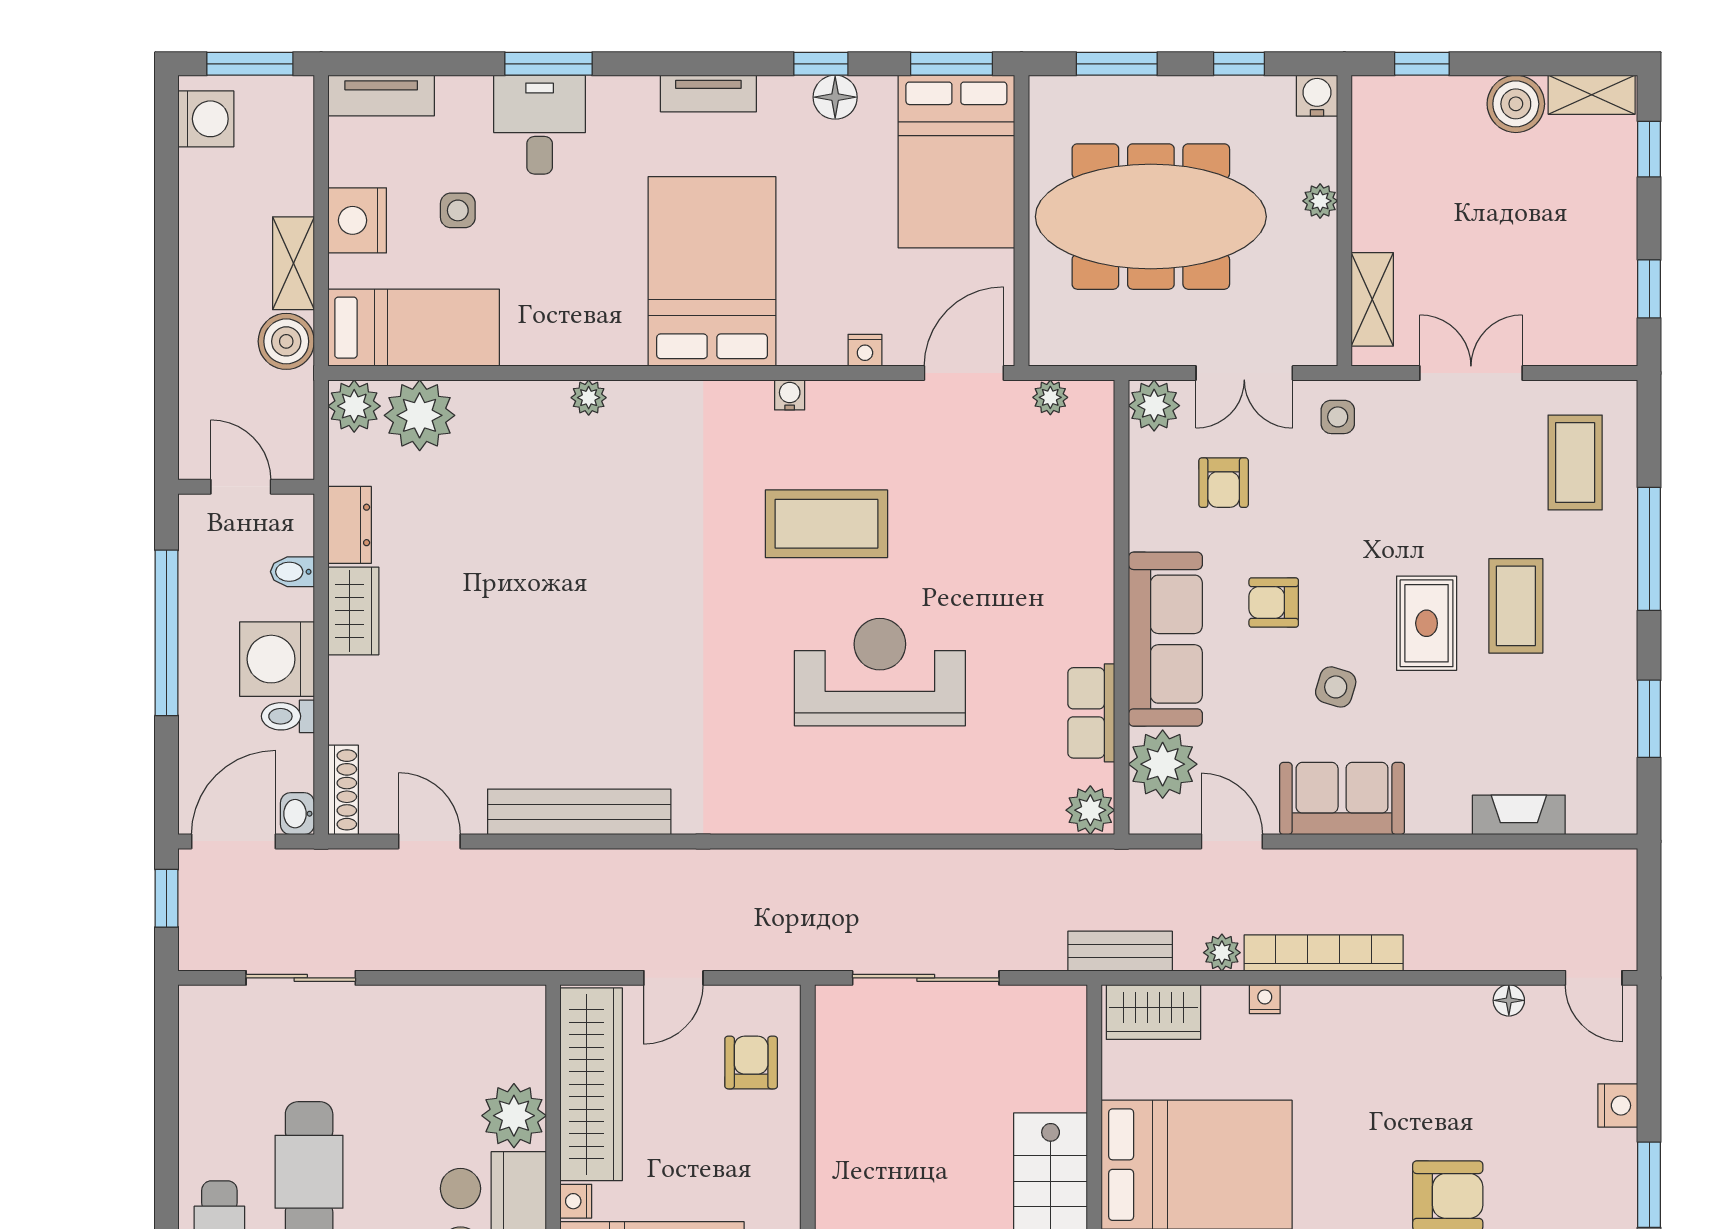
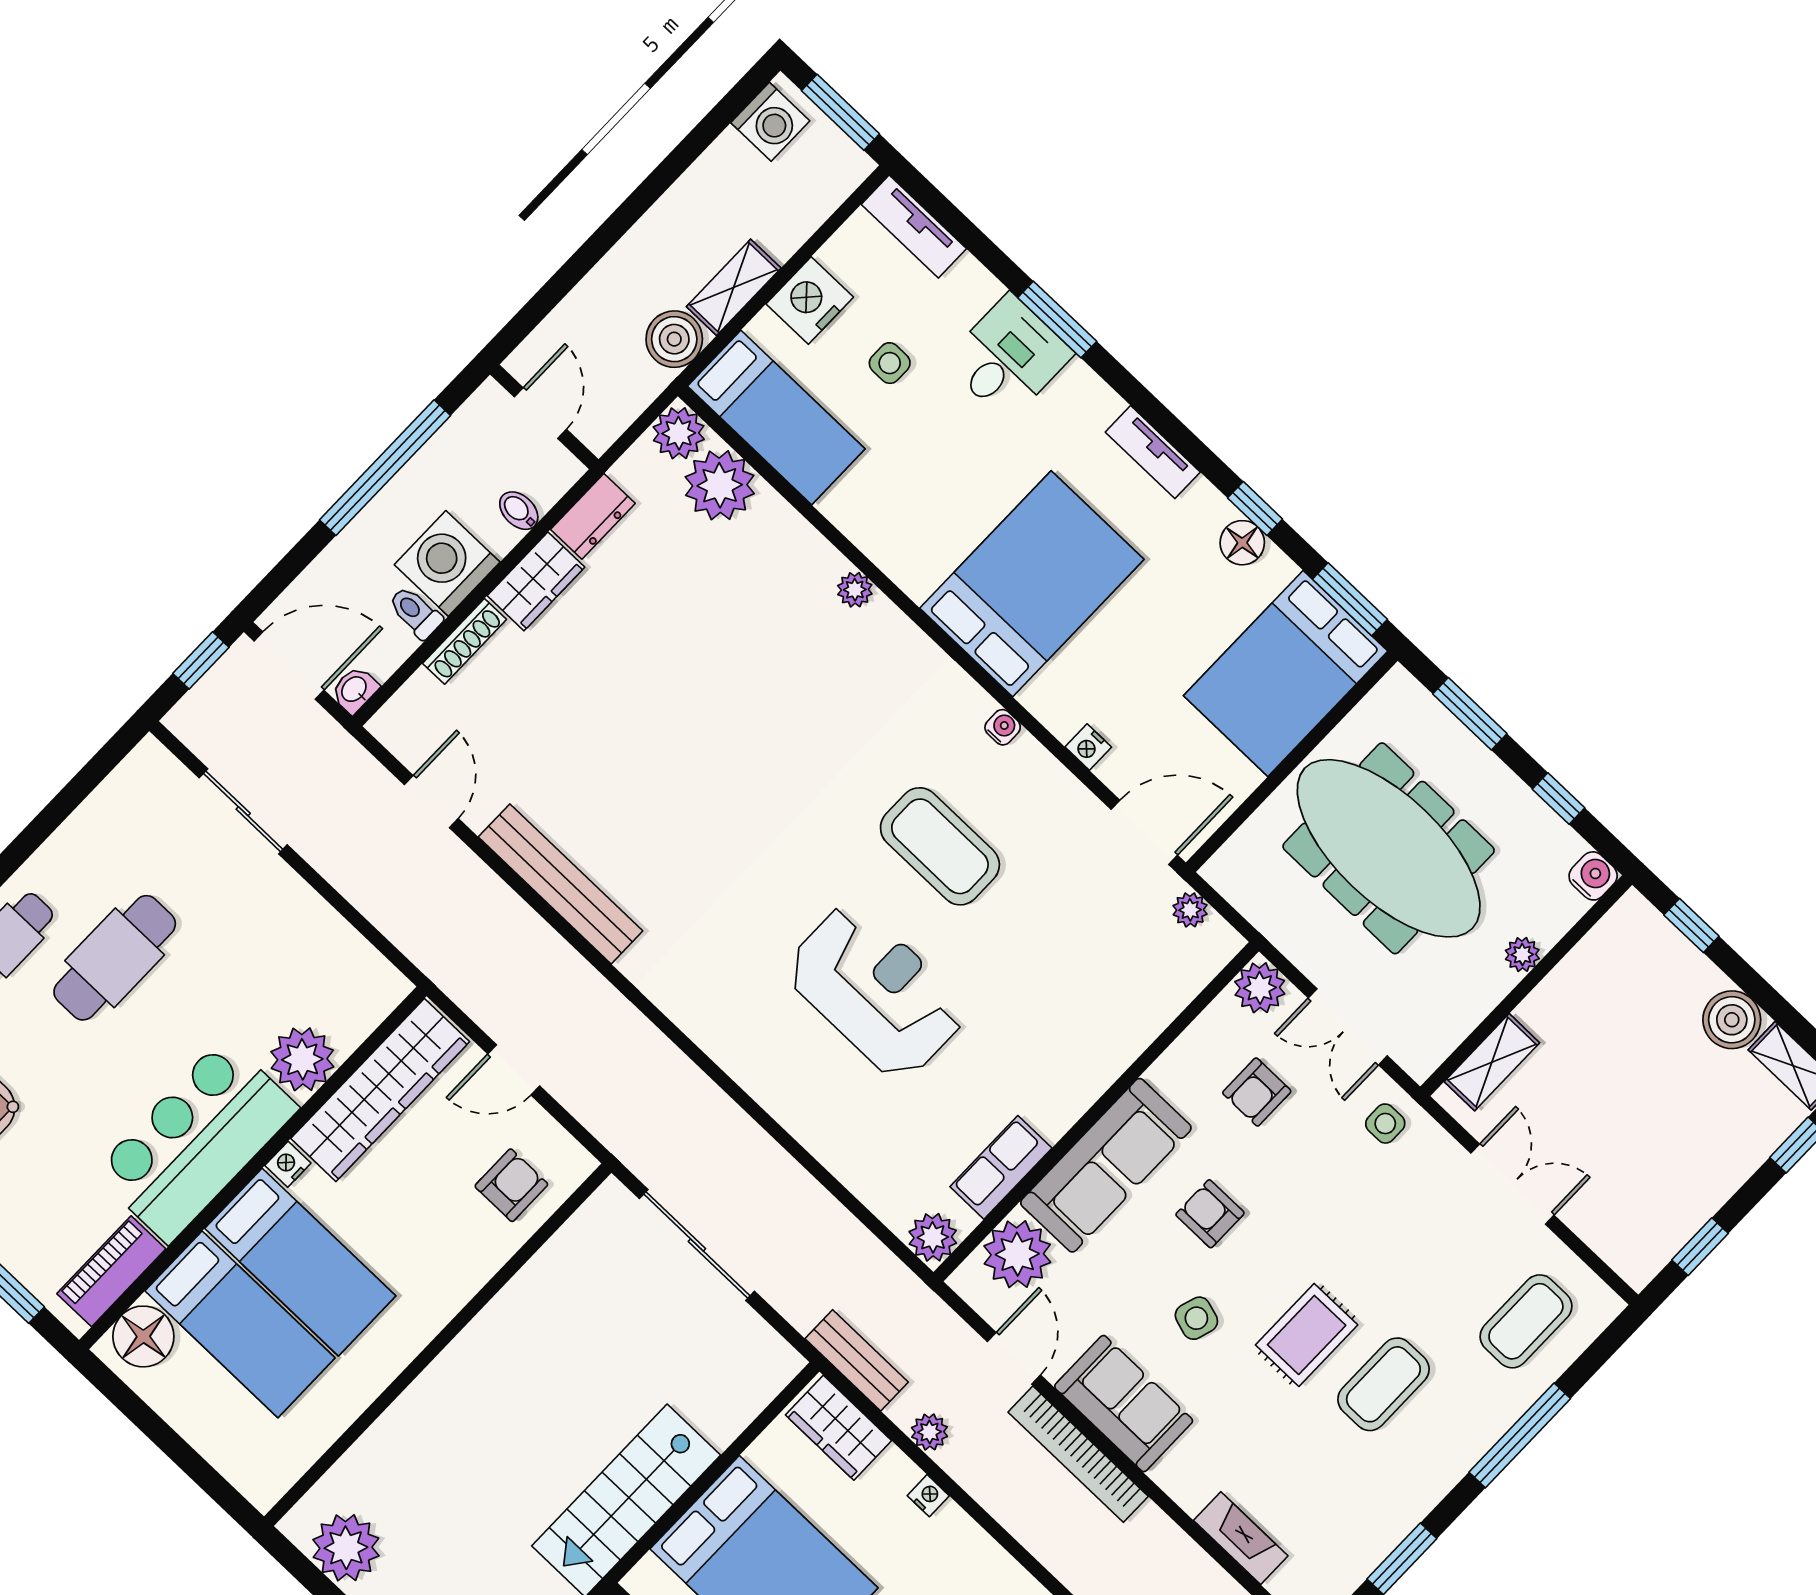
shoe rack: (343, 790) -> (465, 641), moved
bookcase: (1324, 953) -> (1078, 1454), moved, turned 180

